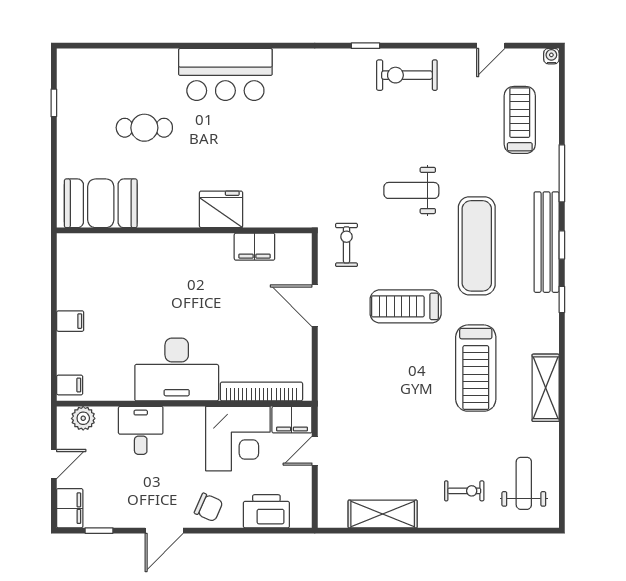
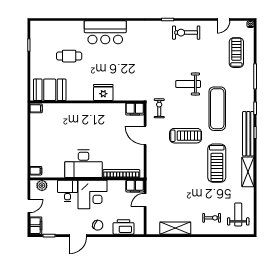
bench: (547, 242) -> (248, 134), moved
filing cabinet: (254, 247) -> (135, 109), moved
treadmill: (406, 306) -> (186, 136), turned 180
filing cabinet: (70, 321) -> (36, 108), moved
corner desk: (238, 439) -> (93, 195), moved

